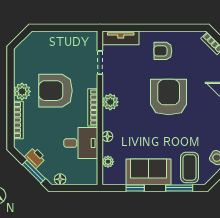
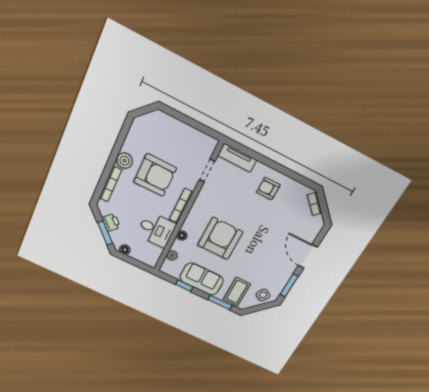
armchair: (55, 91) -> (155, 175), turned 180
armchair: (169, 97) -> (220, 238), moved
plant: (110, 102) -> (199, 209), removed

